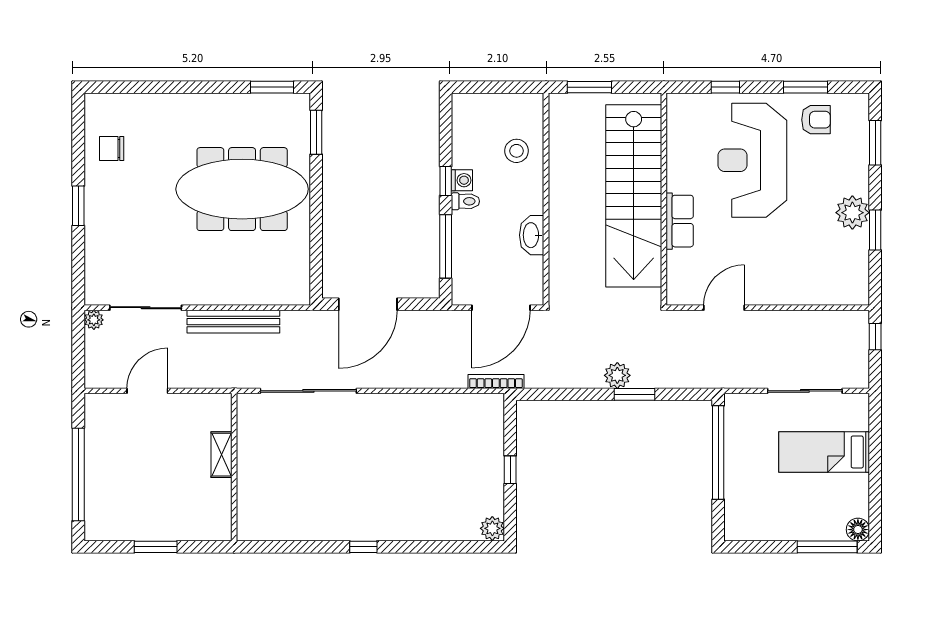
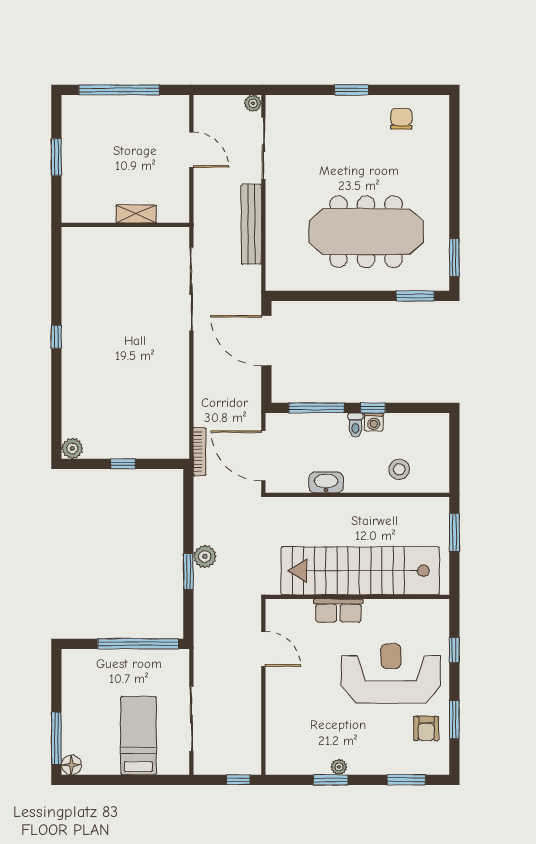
meeting table: (242, 189) -> (366, 232), turned 90
plant: (852, 213) -> (339, 767), width x0.53, depth x0.53

